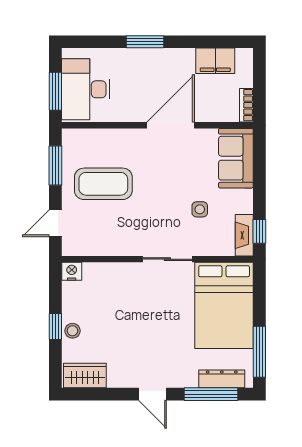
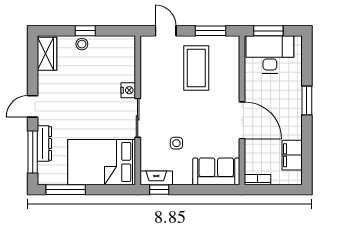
nightstand: (72, 271) -> (128, 90), moved
dresser: (222, 379) -> (44, 144), moved

